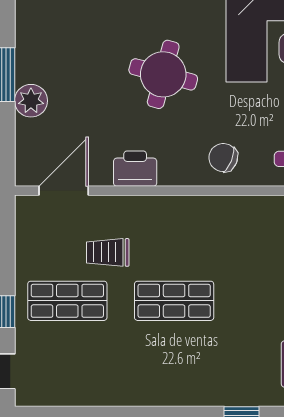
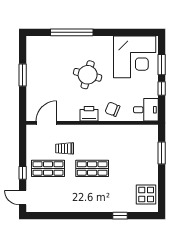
plant: (31, 101) -> (33, 86), removed
printer: (135, 169) -> (89, 114), moved

